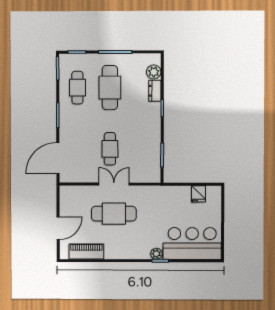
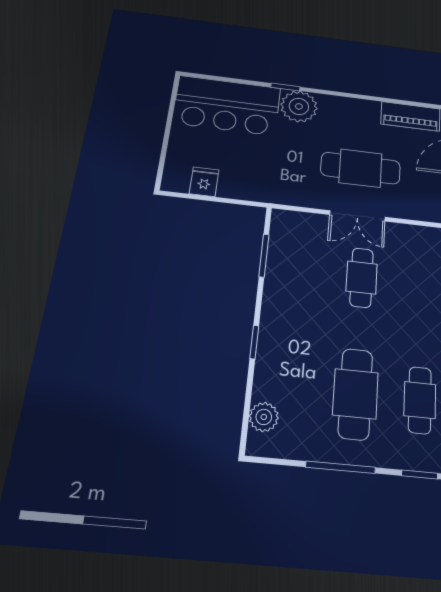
dresser: (155, 91) -> (265, 378), removed
plant: (156, 254) -> (299, 106), width x1.87, depth x1.87

